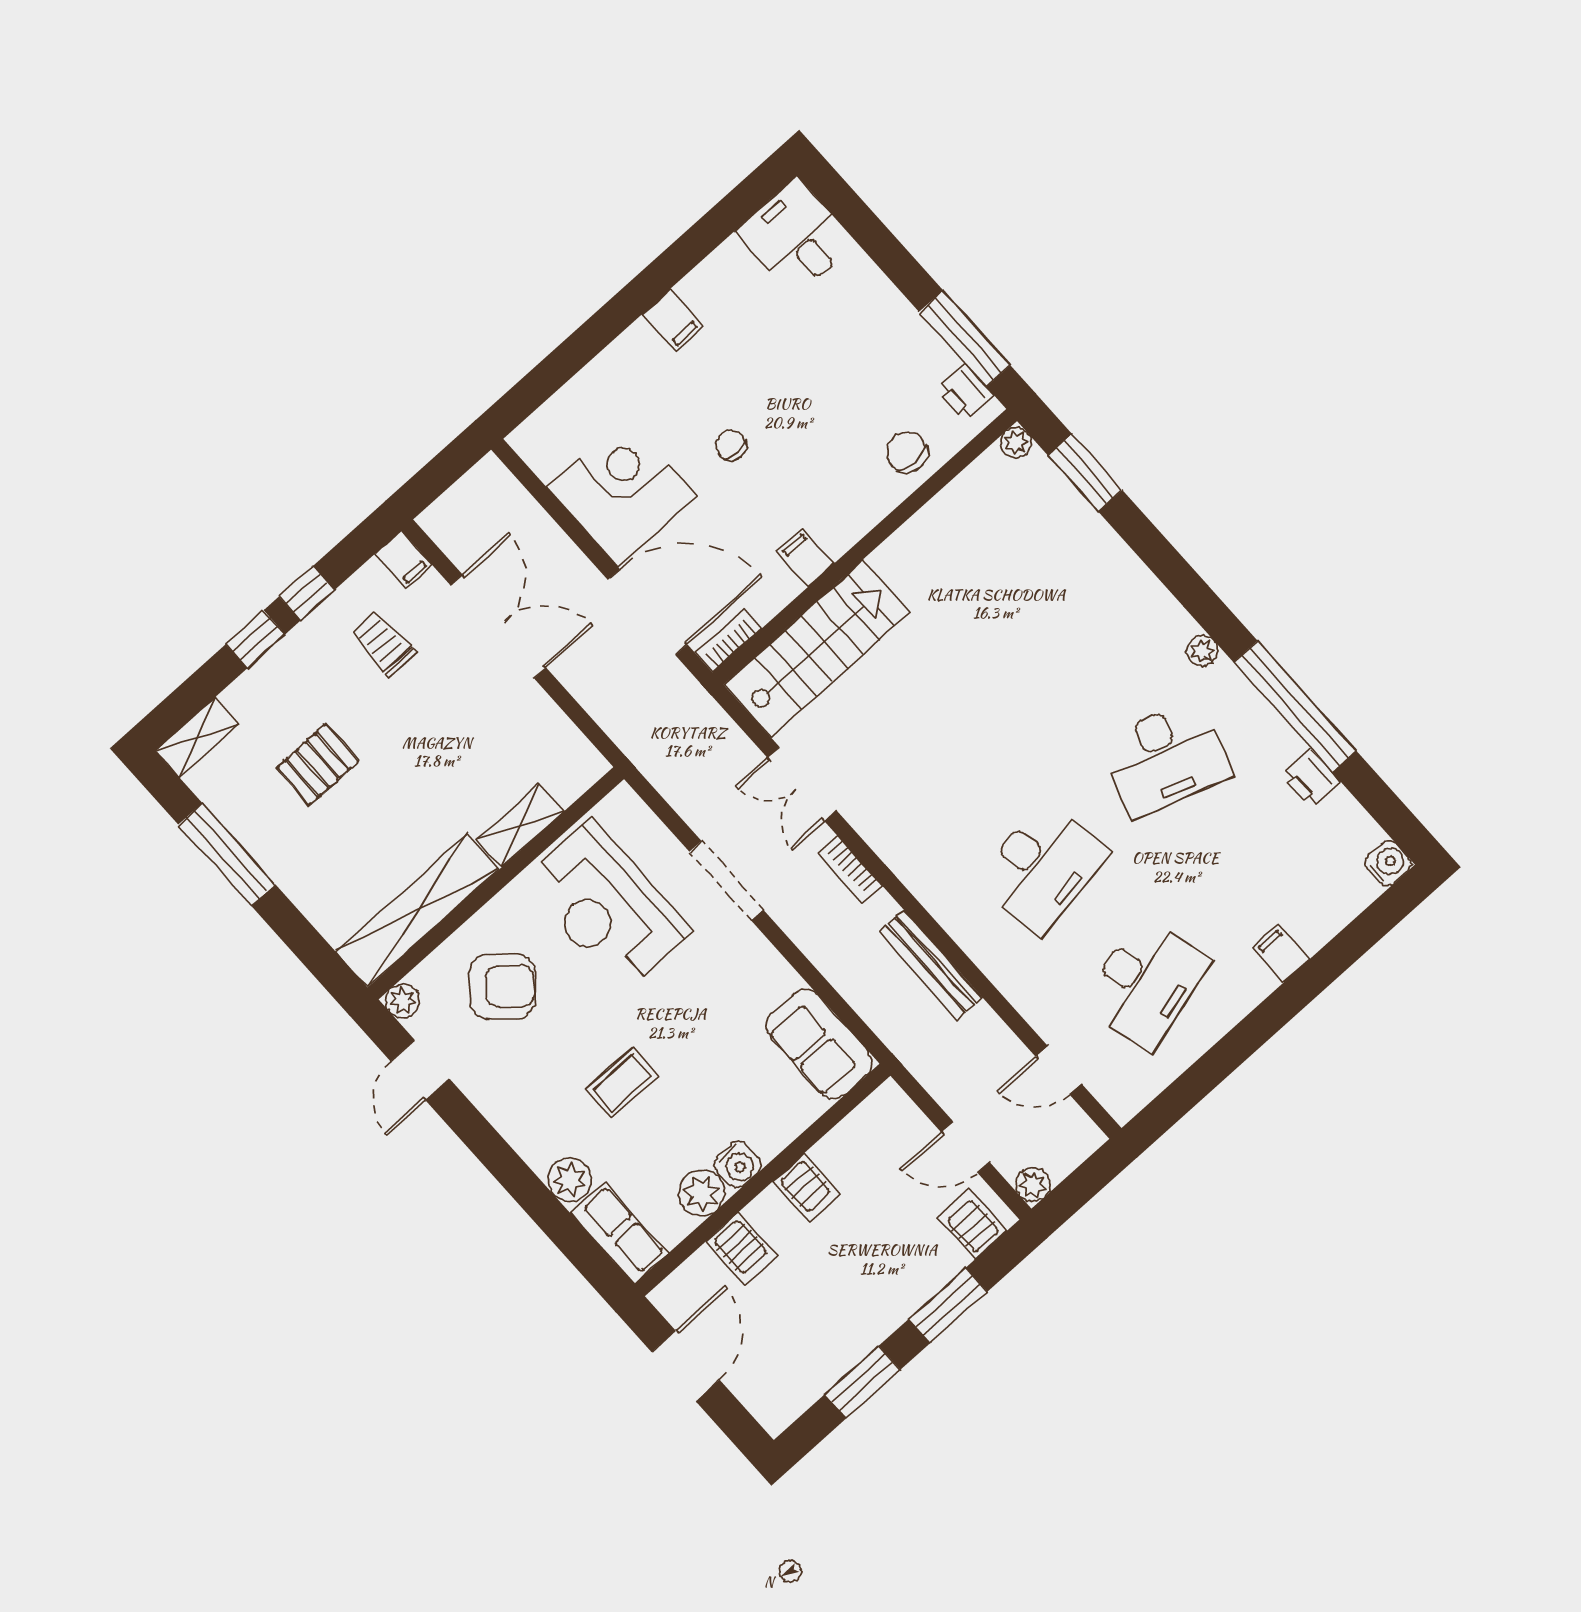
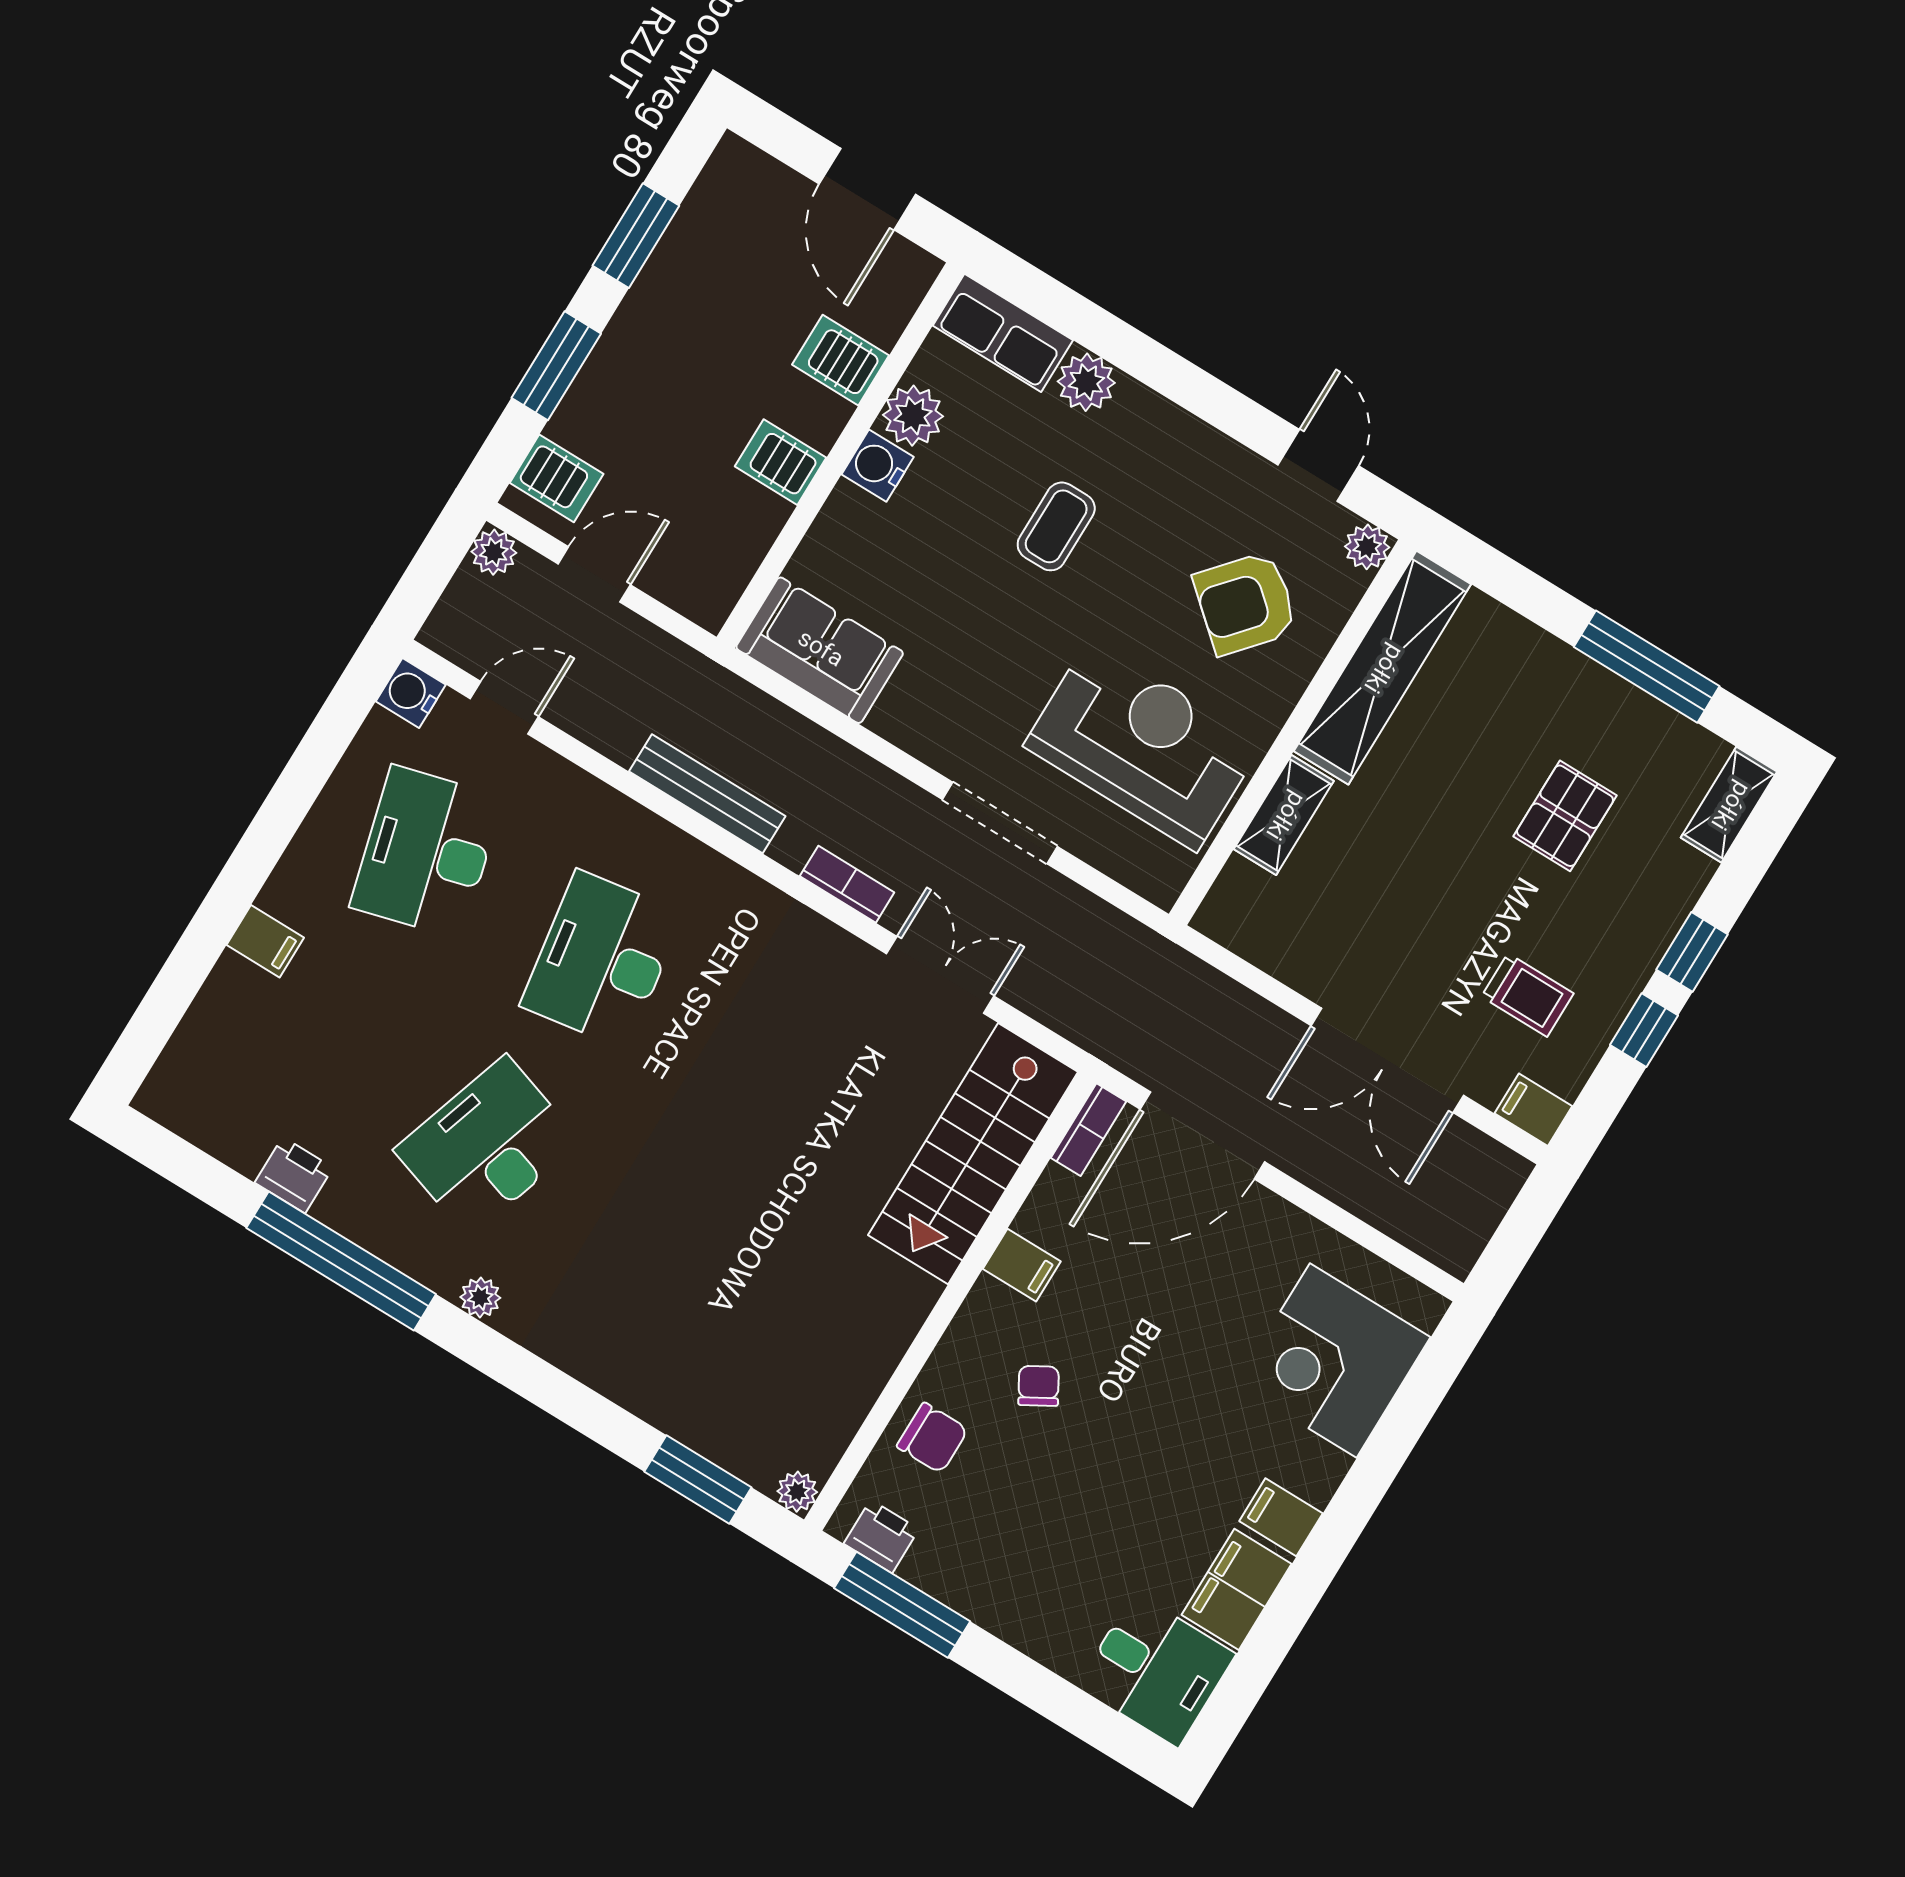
filing cabinet: (720, 278) -> (1237, 1589), added
chair: (731, 445) -> (1039, 1386), moved, turned -120
corner desk: (622, 491) -> (1333, 1361), moved, turned 90
water cooler: (1388, 863) -> (411, 693), moved, turned 90

